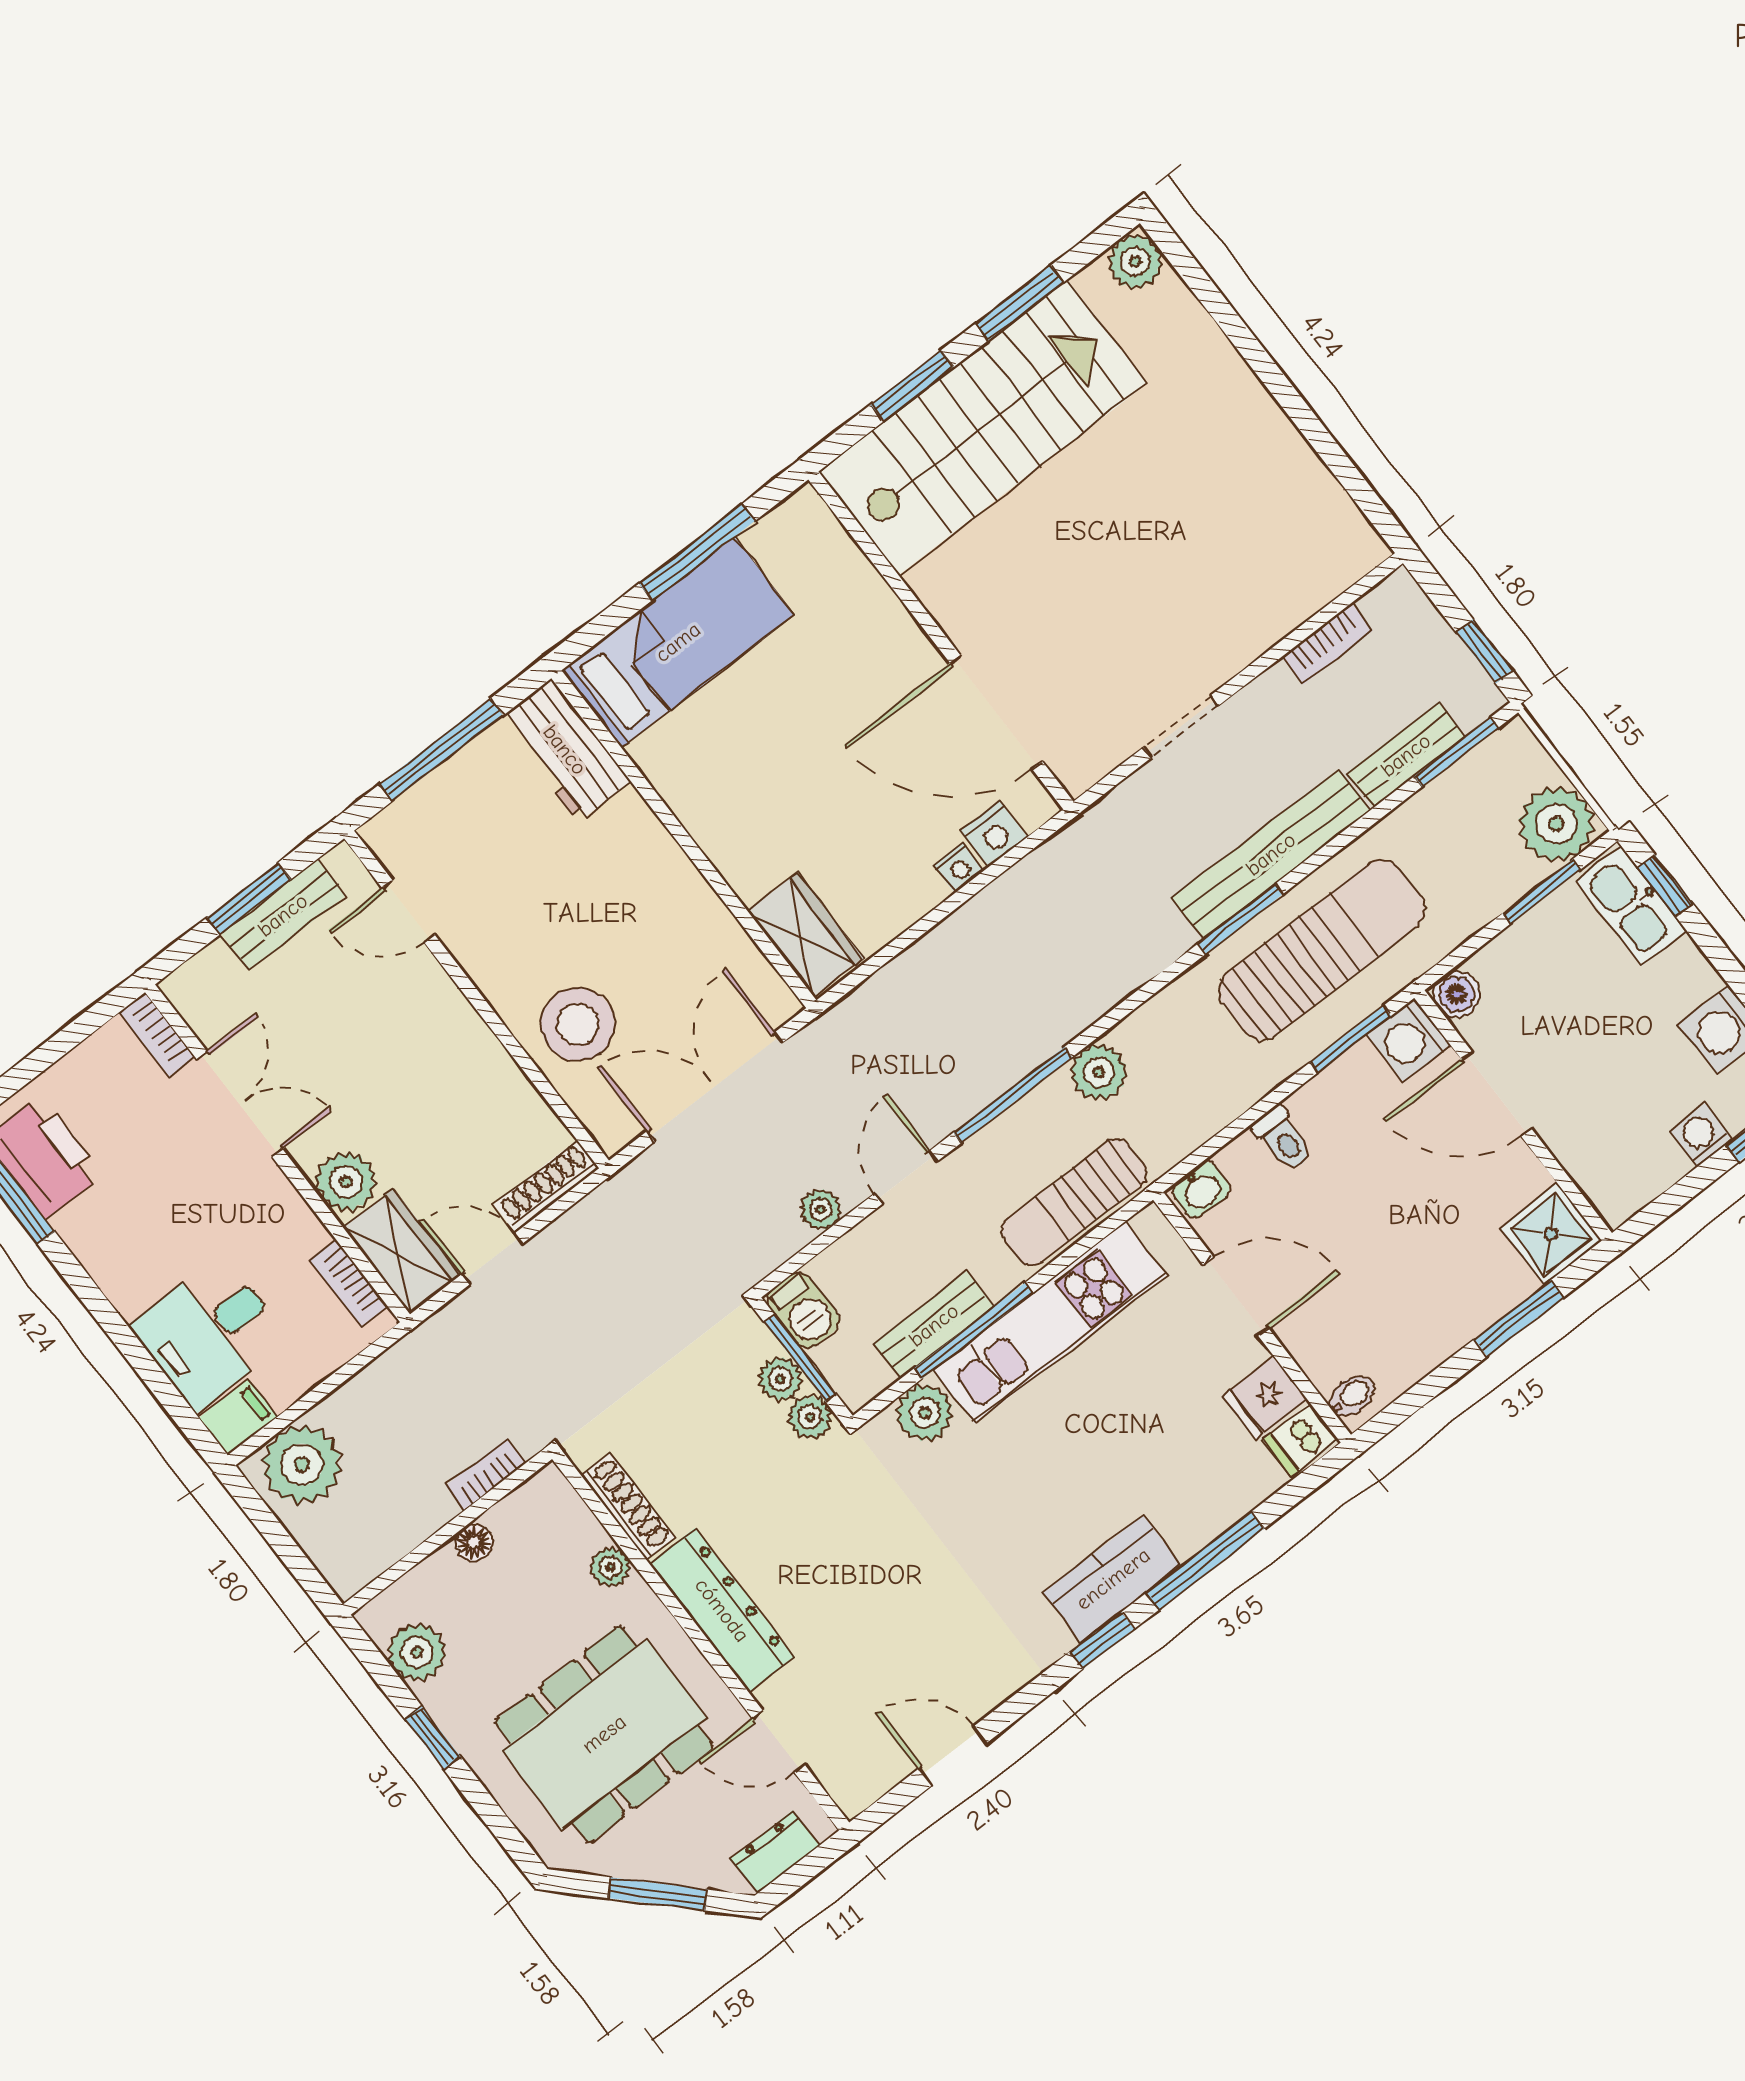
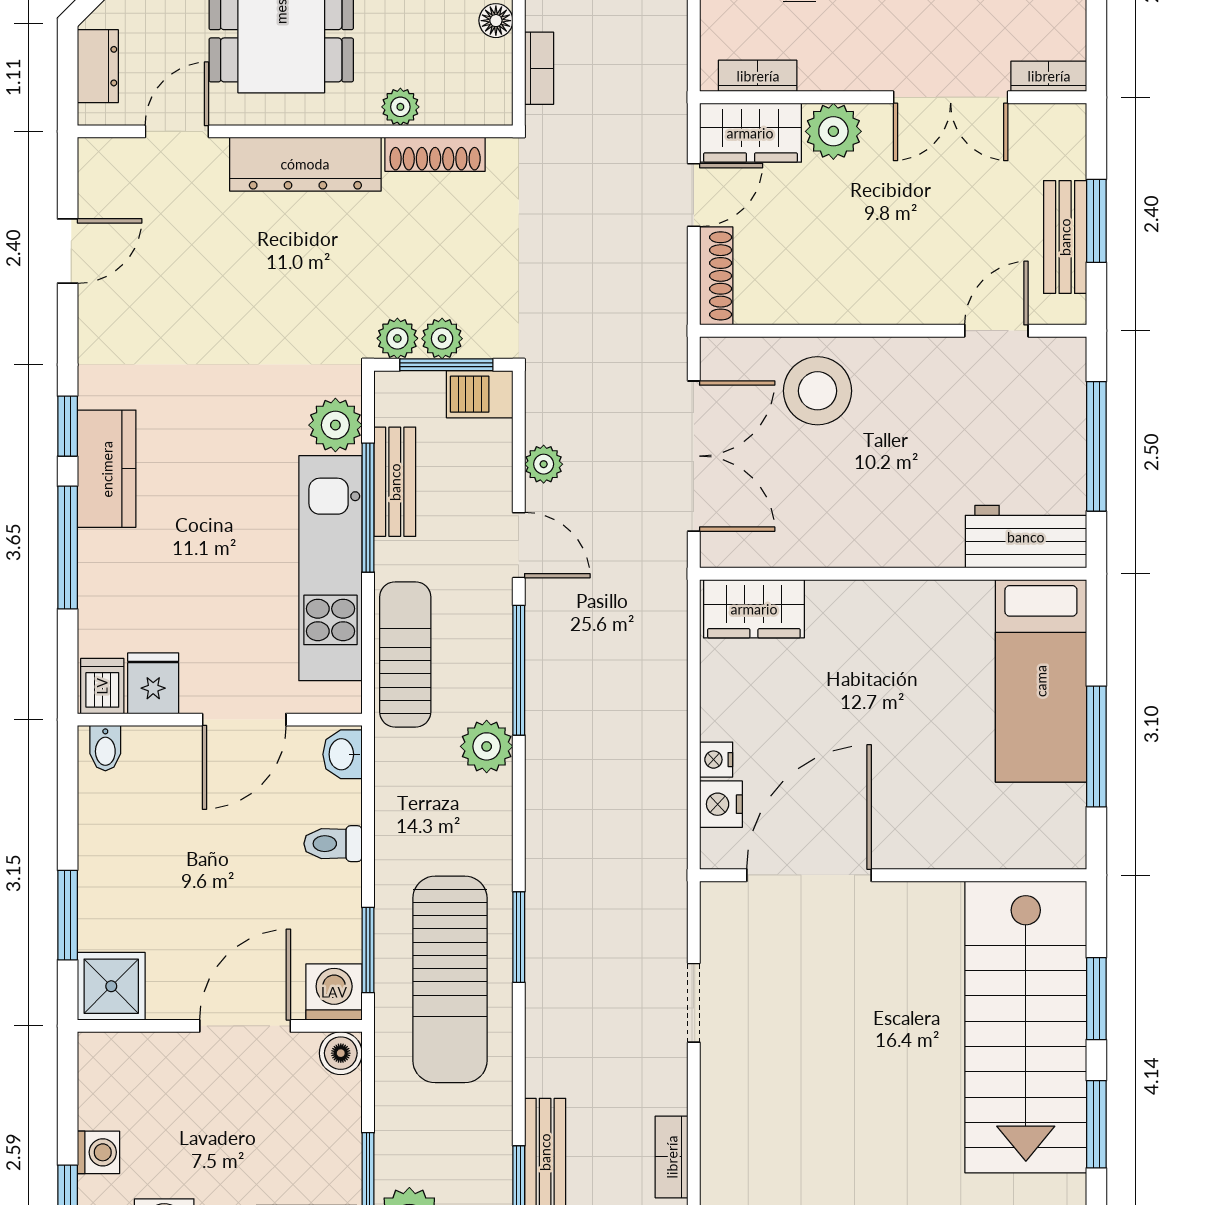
bench: (1271, 854) -> (549, 997), removed

